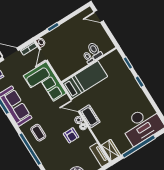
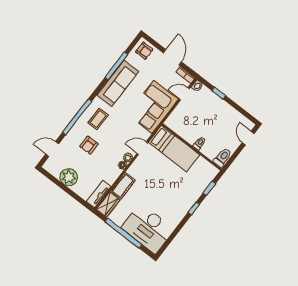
toilet: (95, 51) -> (222, 158), moved
door: (75, 106) -> (142, 148), hinge flipped
cot: (90, 116) -> (123, 186), moved
armchair: (71, 135) -> (89, 145), moved

